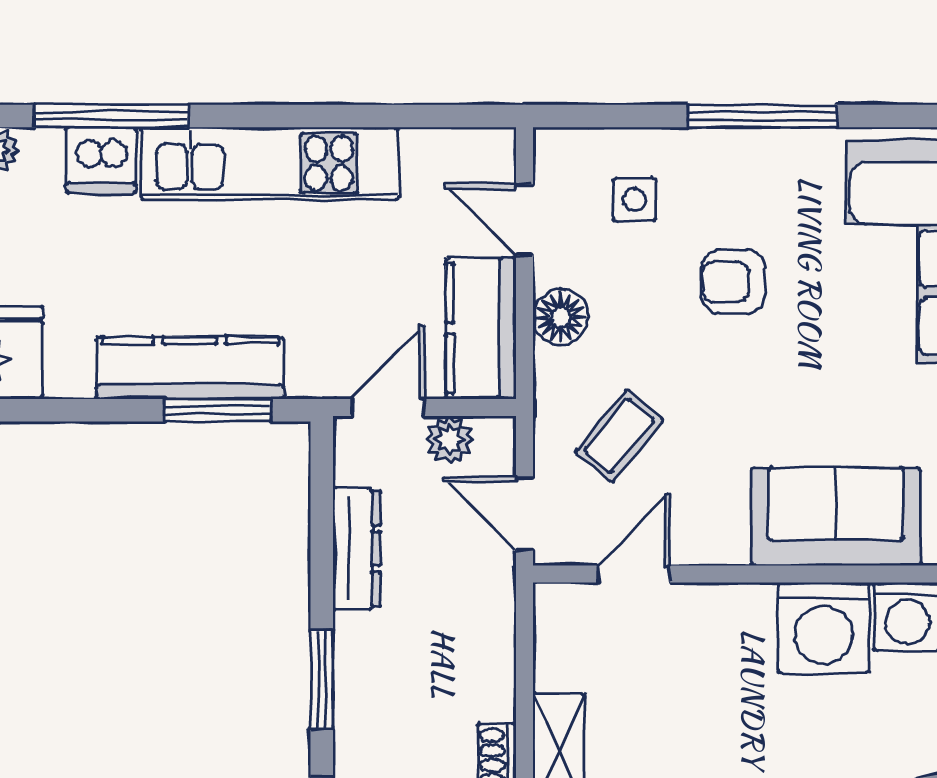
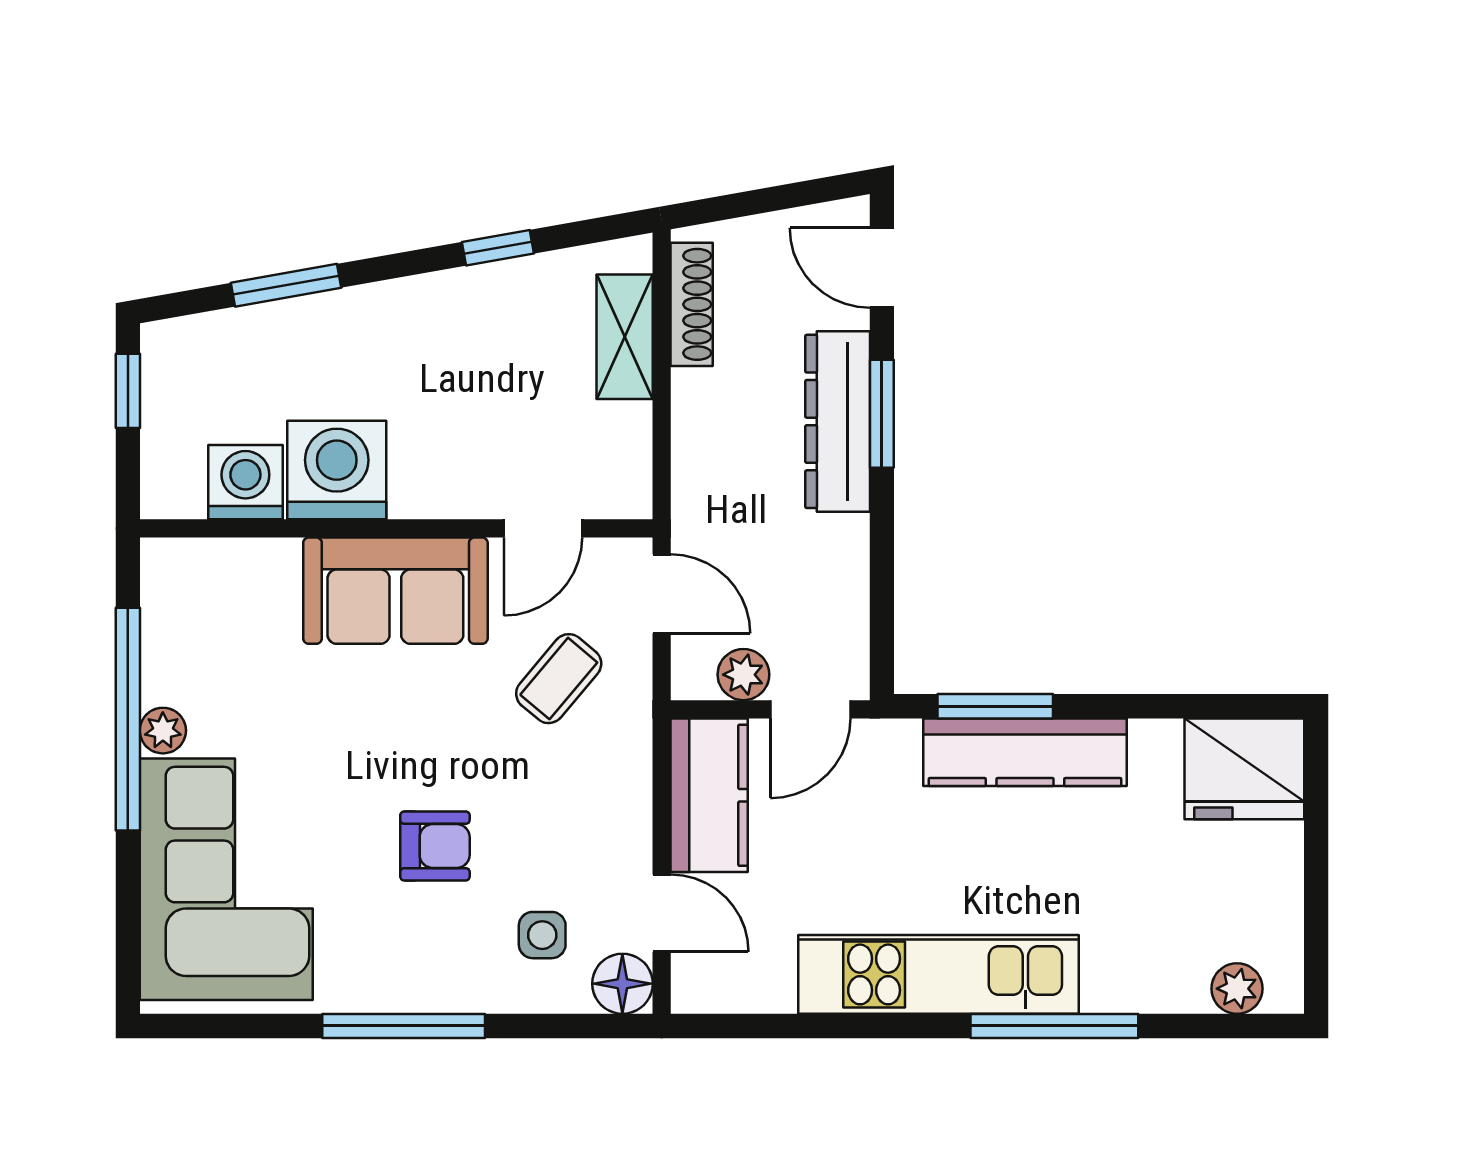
window: (111, 116) -> (1054, 1026), moved
dishwasher: (101, 160) -> (1122, 978), removed
floor lamp: (561, 317) -> (622, 984), moved
sofa: (836, 517) -> (395, 591), moved
dresser: (357, 549) -> (838, 421), moved, width x1.37, depth x1.24

